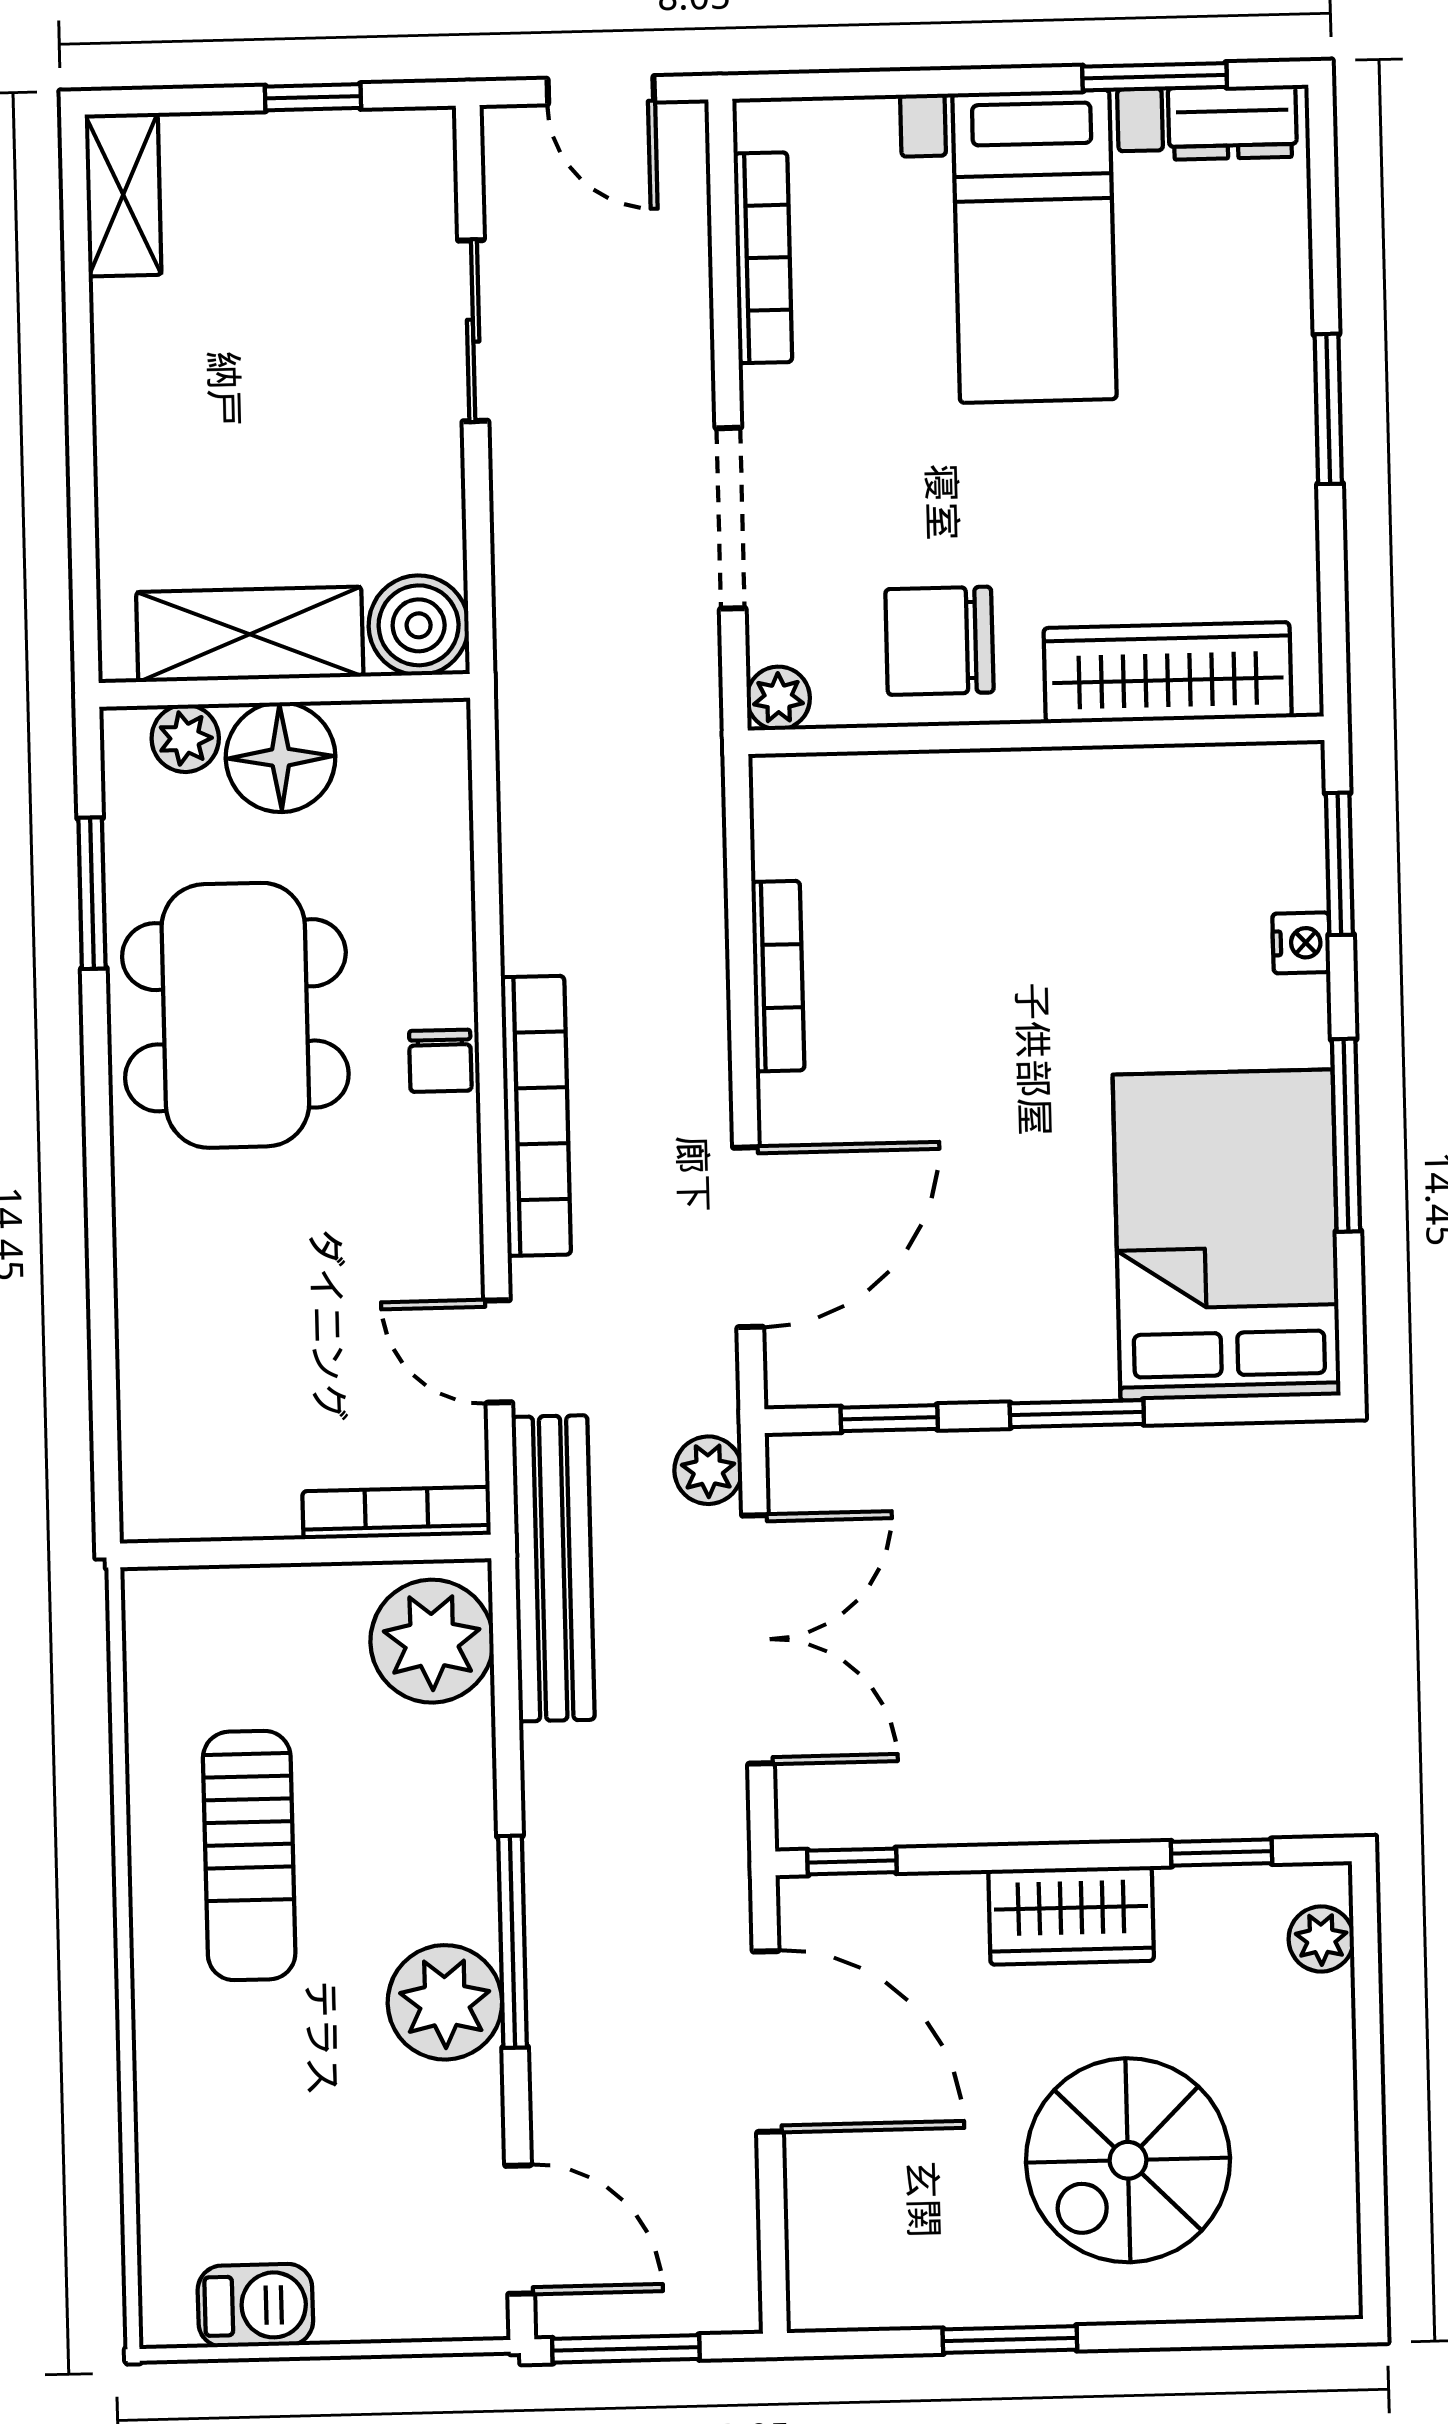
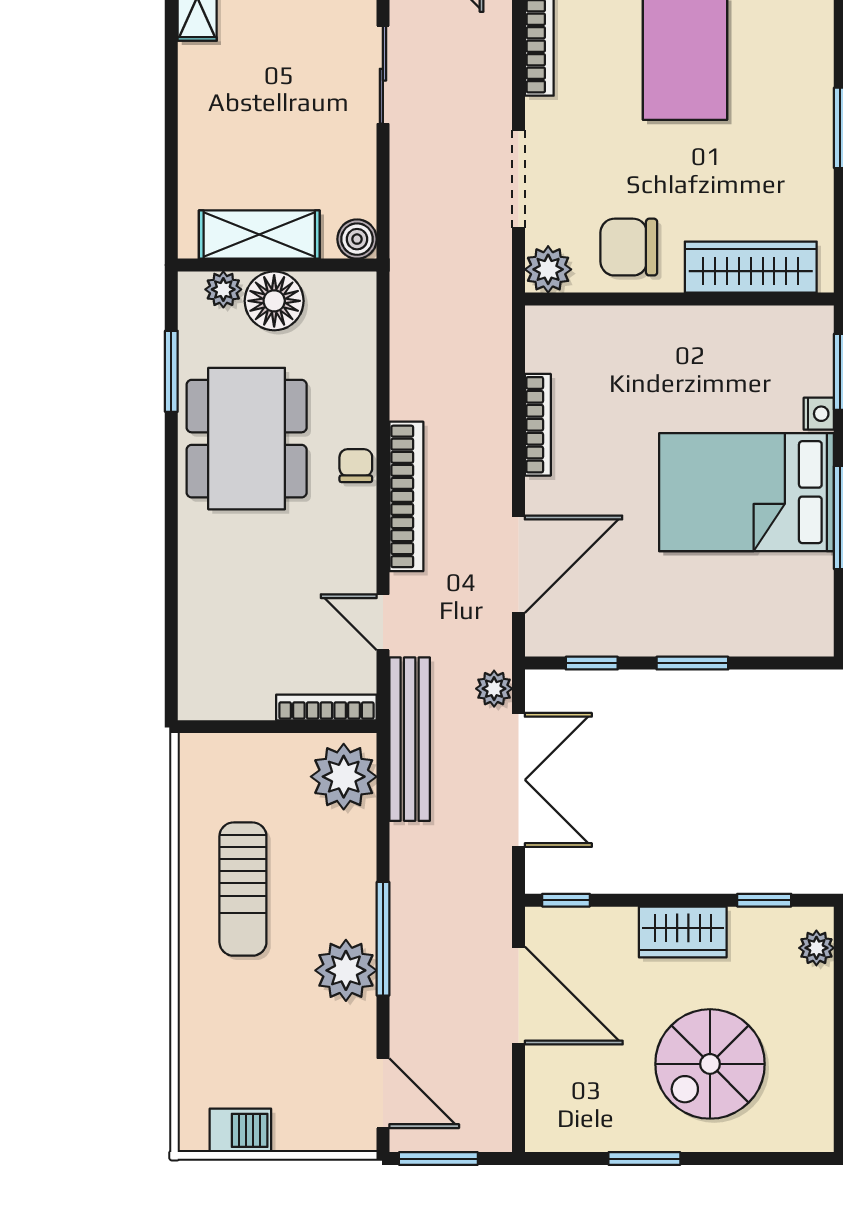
boiler: (419, 625) -> (357, 239), width x0.73, depth x0.73
plant: (778, 698) -> (548, 269), width x1.38, depth x1.38
chair: (440, 1061) -> (356, 466), turned 180
bed: (1227, 1235) -> (747, 492), moved, turned -90

